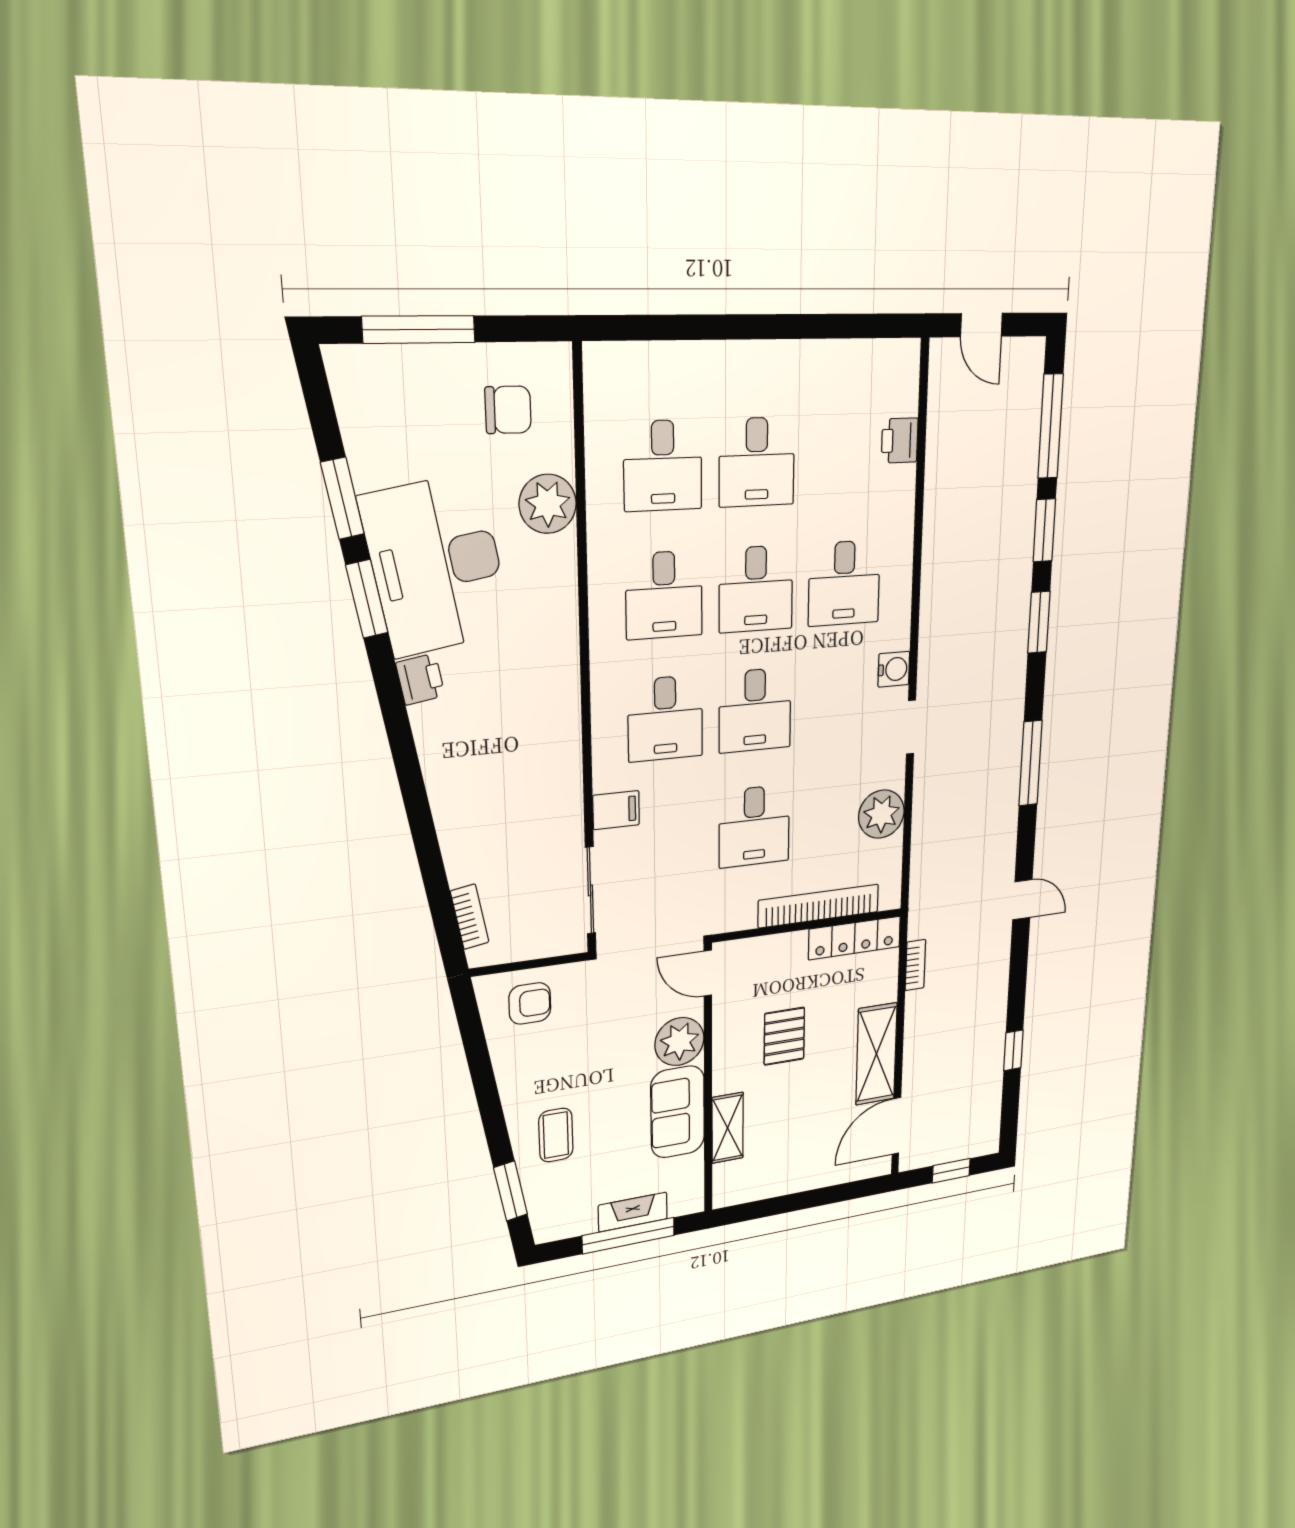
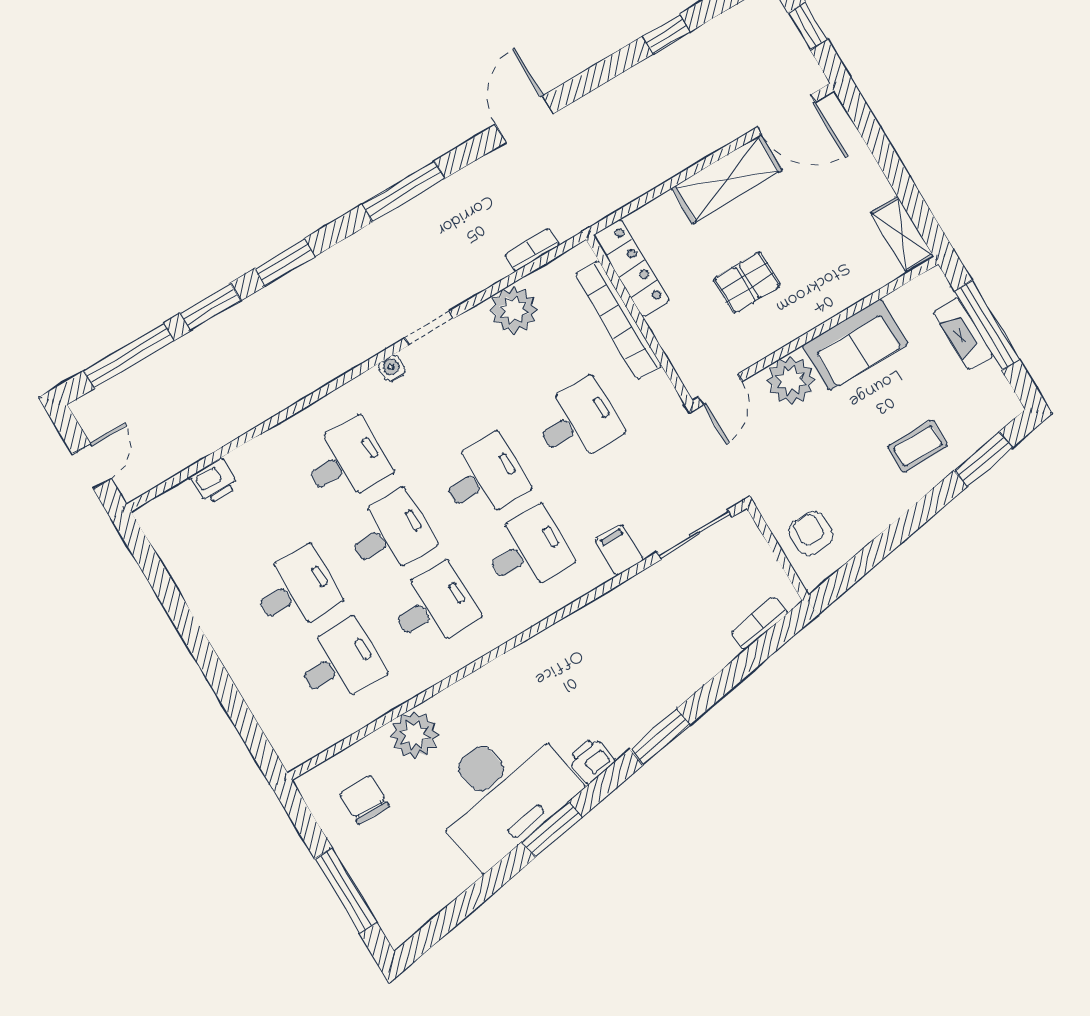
window: (342, 498) -> (660, 737), moved
water cooler: (894, 669) -> (392, 368), width x0.72, depth x0.72
door: (1022, 900) -> (524, 119), width x1.38
bookcase: (915, 965) -> (532, 250), moved
shelving: (728, 1128) -> (902, 234), moved, turned 90

